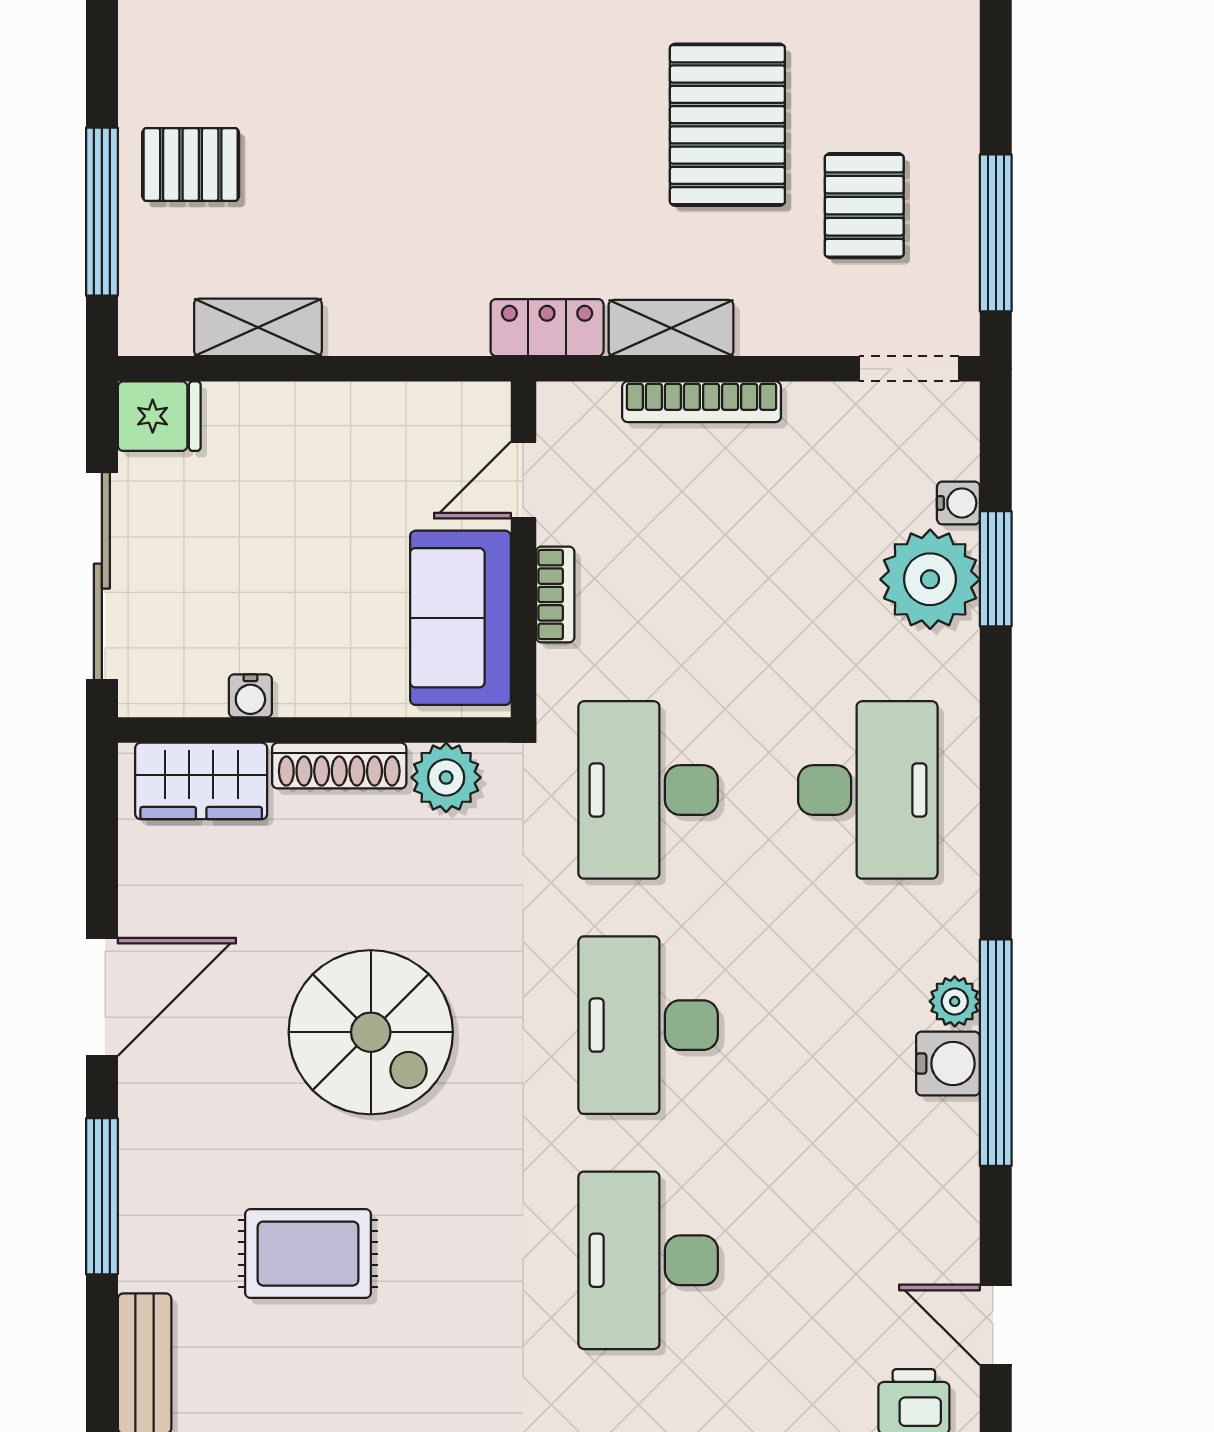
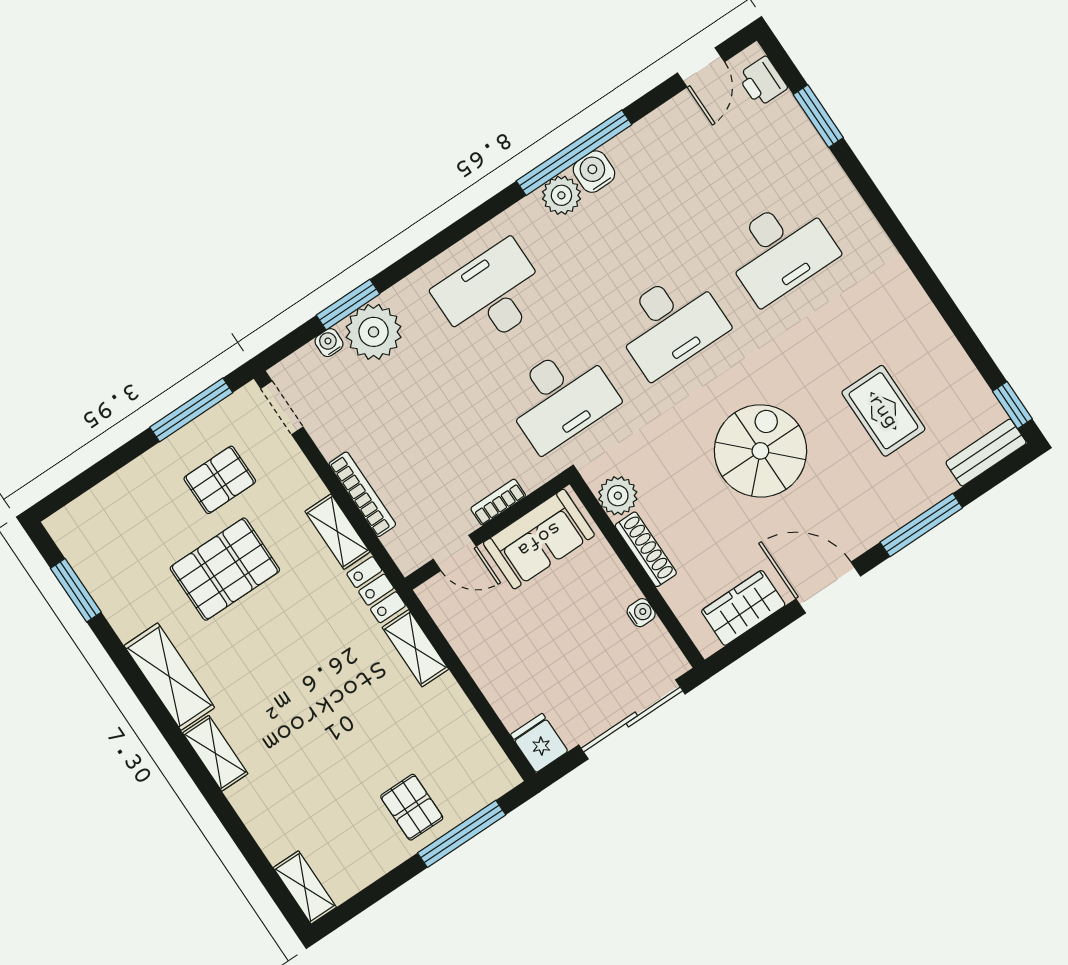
shelving: (258, 327) -> (415, 648), moved
wardrobe: (201, 781) -> (743, 608), moved, turned -90
plant: (955, 1001) -> (561, 195), width x1.38, depth x1.38

